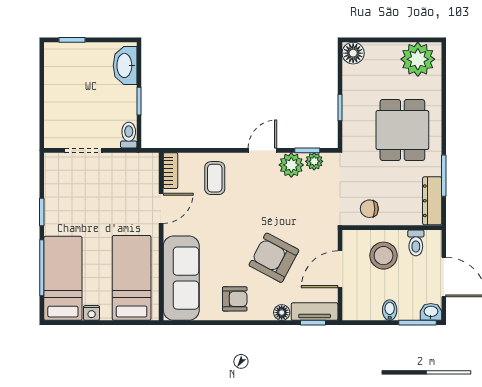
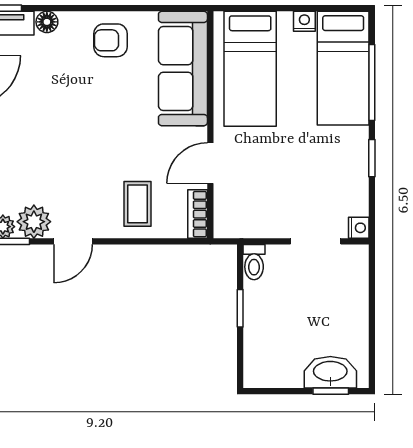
washbasin: (125, 65) -> (330, 372), moved, turned -90
nightstand: (51, 160) -> (359, 228), added
armchair: (274, 258) -> (57, 96), removed

